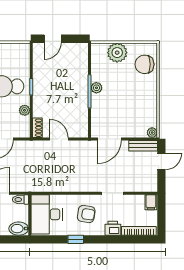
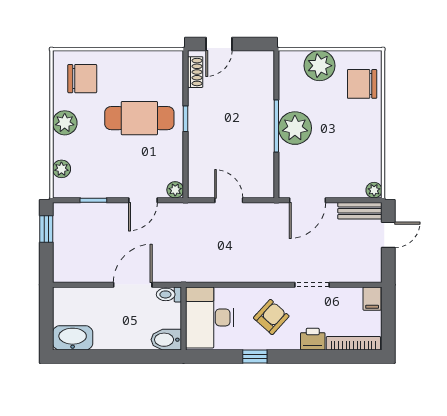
plant: (96, 88) -> (295, 128), width x1.87, depth x1.87
plant: (25, 110) -> (175, 190), moved
shoe rack: (37, 128) -> (195, 72), moved
armchair: (86, 214) -> (271, 317), turned -57

